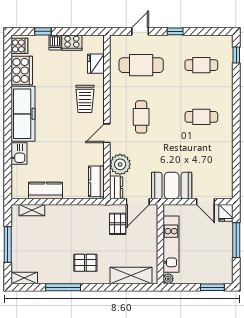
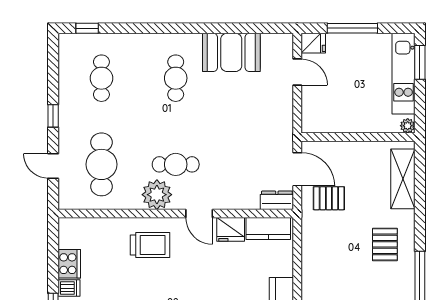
fridge: (96, 64) -> (231, 229), moved
plant: (120, 164) -> (157, 195), moved
booth: (172, 186) -> (231, 52), moved, turned 90
door: (206, 202) -> (297, 72), hinge flipped
kitchen unit: (171, 244) -> (404, 74), moved, turned -90

